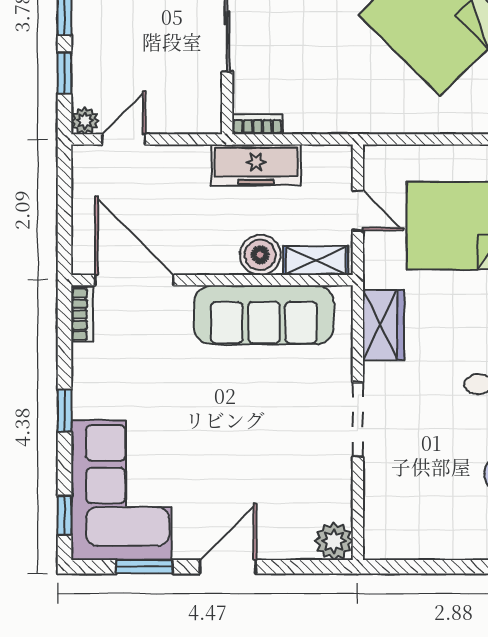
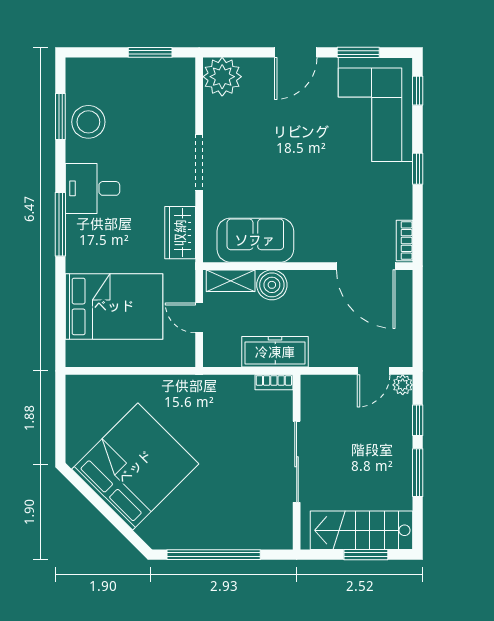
sofa: (264, 315) -> (255, 240), width x0.73
plant: (334, 541) -> (222, 77), width x1.36, depth x1.36
window: (424, 567) -> (150, 52), added

